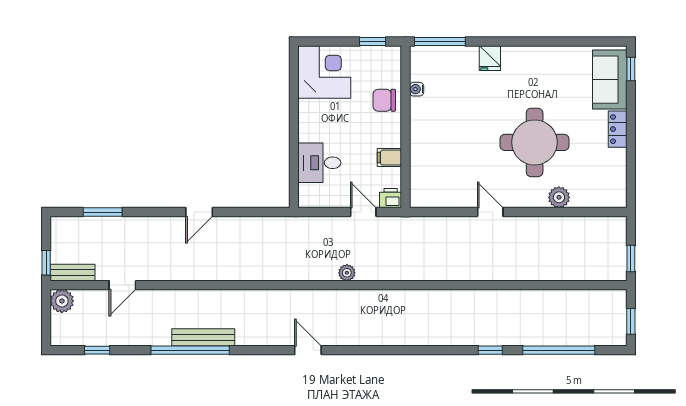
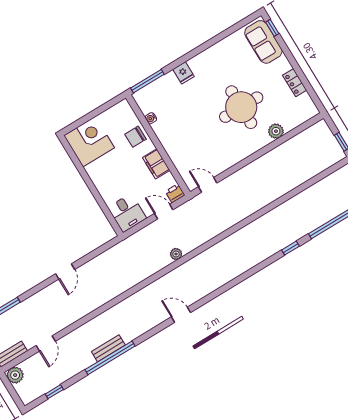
window: (373, 41) -> (107, 106), removed
locker: (618, 129) -> (295, 83), moved
filing cabinet: (389, 158) -> (156, 164), width x2.00
desk: (319, 163) -> (127, 213), moved, turned -90
door: (490, 212) -> (208, 185), moved
bench: (203, 337) -> (108, 348), width x0.73

